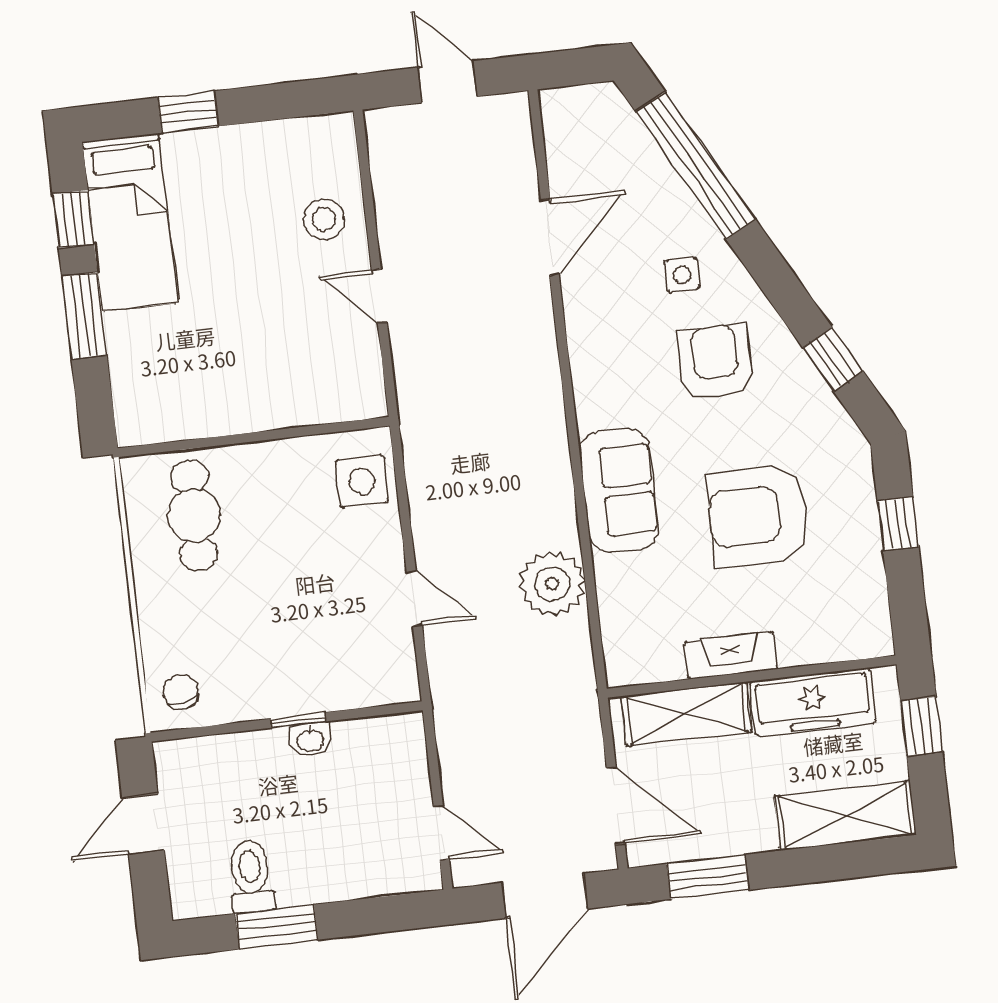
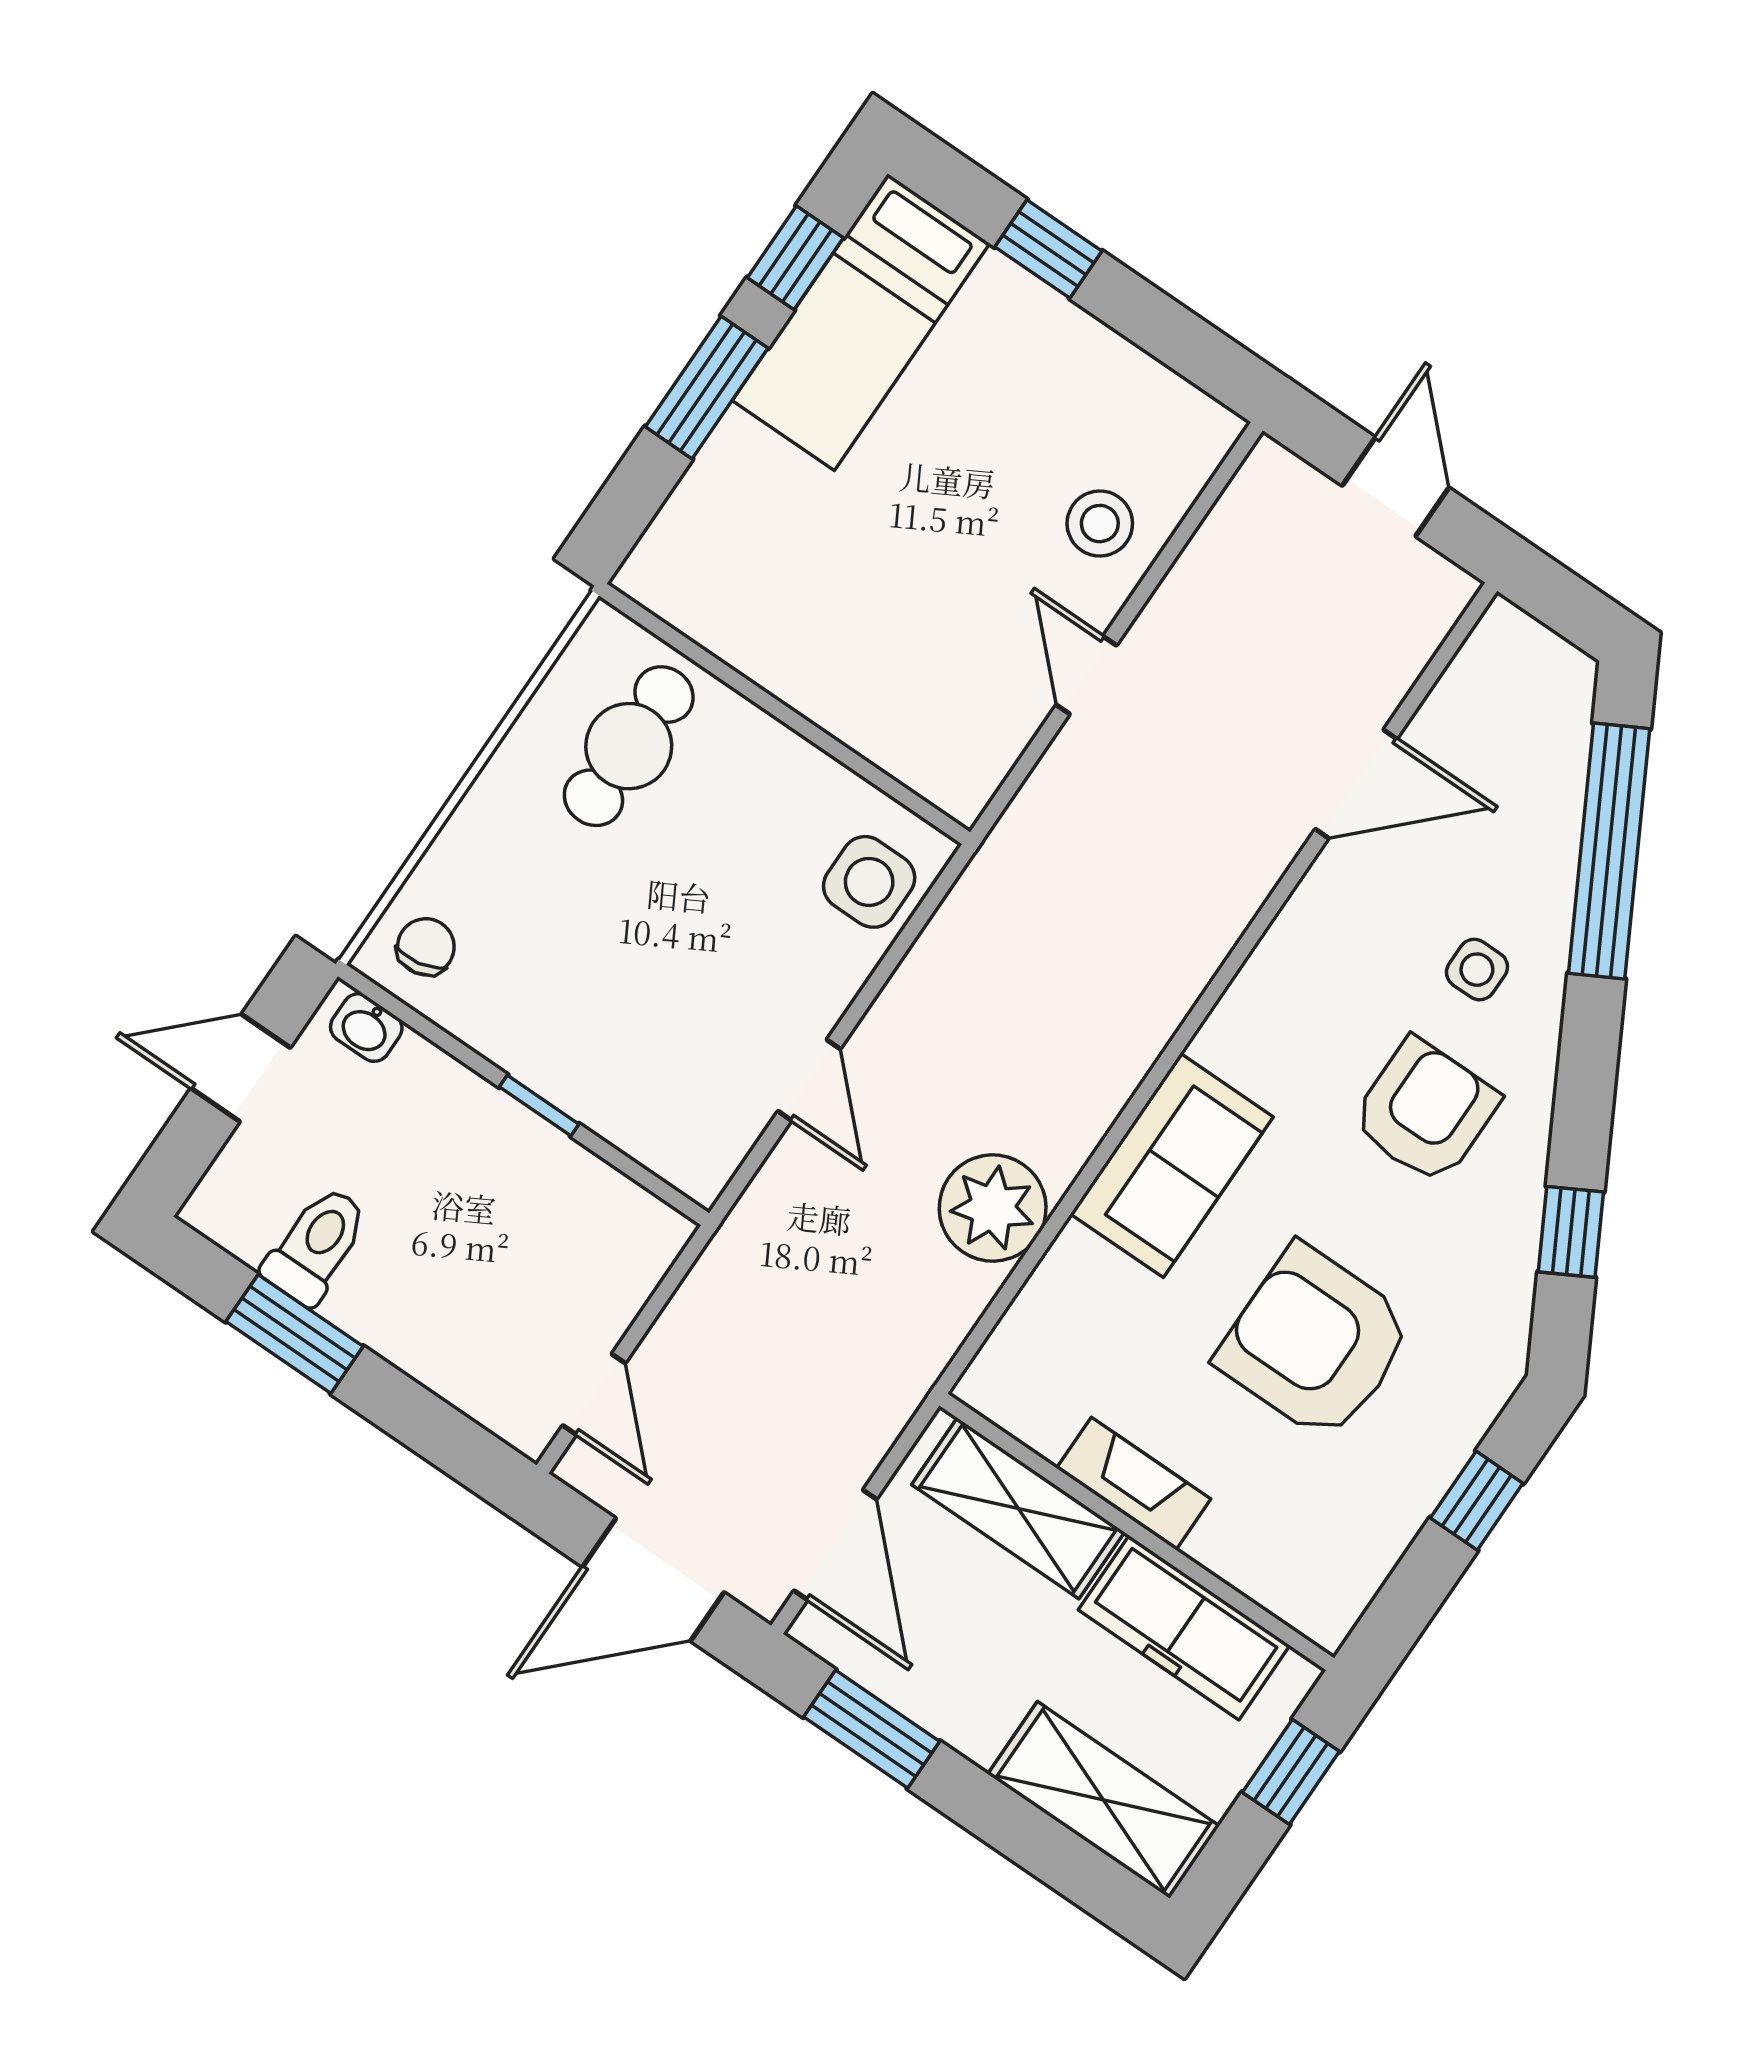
washbasin: (310, 740) -> (366, 1028), moved

